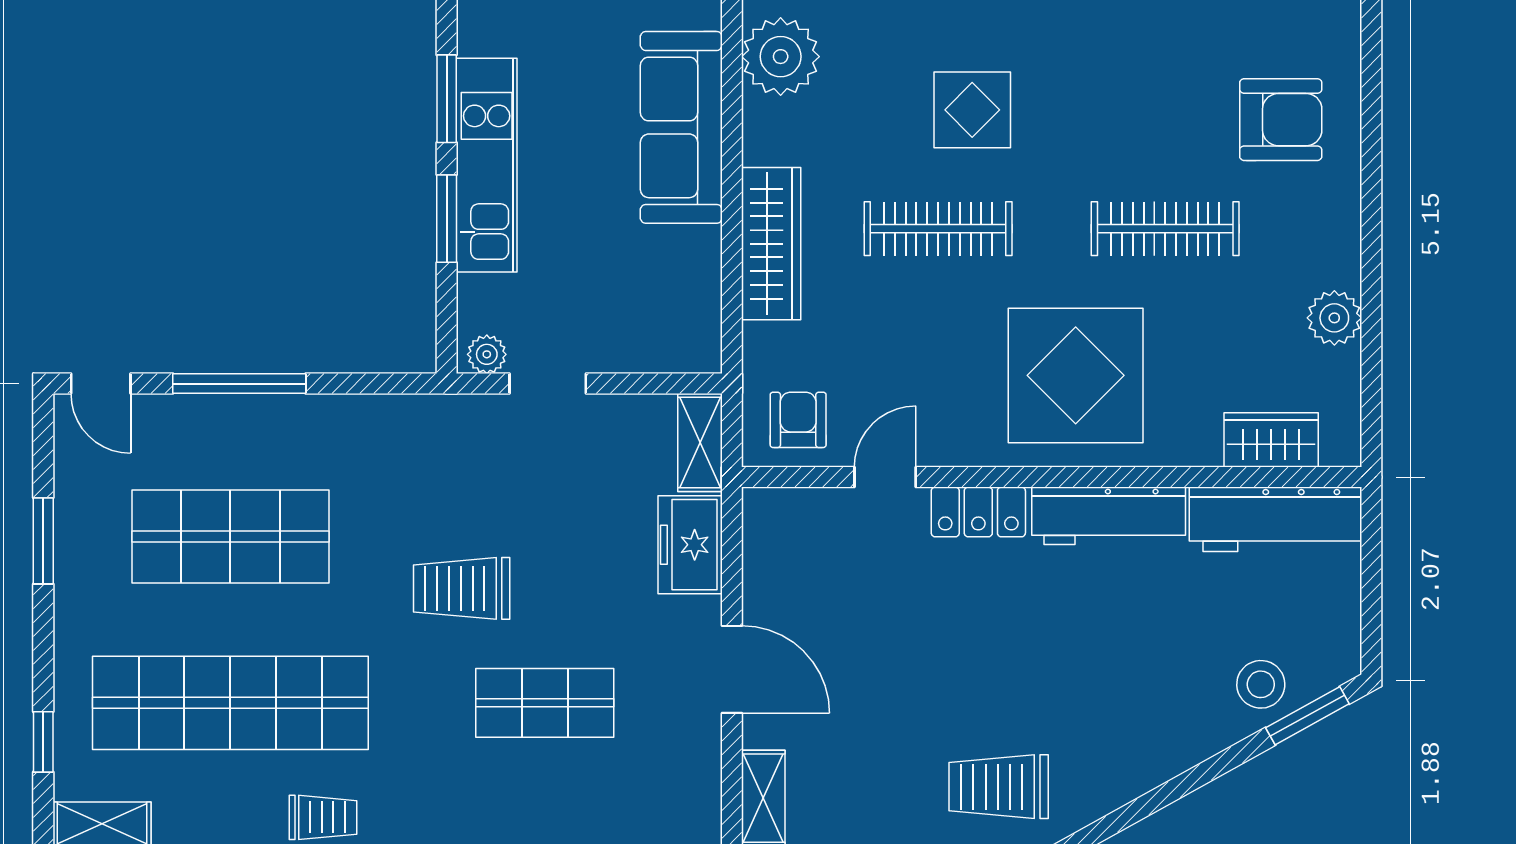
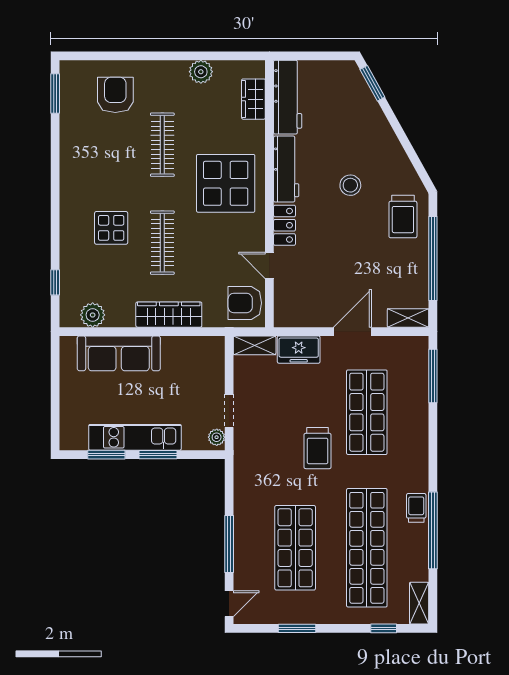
plant: (781, 57) -> (93, 315), width x0.73, depth x0.73
armchair: (798, 420) -> (245, 303), width x1.38, depth x1.38
stool: (1261, 684) -> (350, 185), moved
shop shelf: (545, 703) -> (367, 412), width x1.43, depth x1.36

